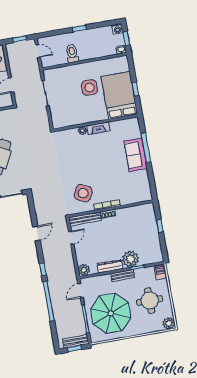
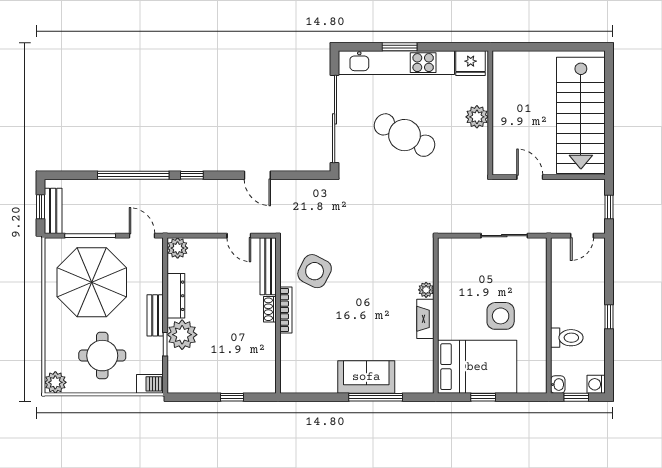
toilet: (72, 53) -> (567, 338), moved

